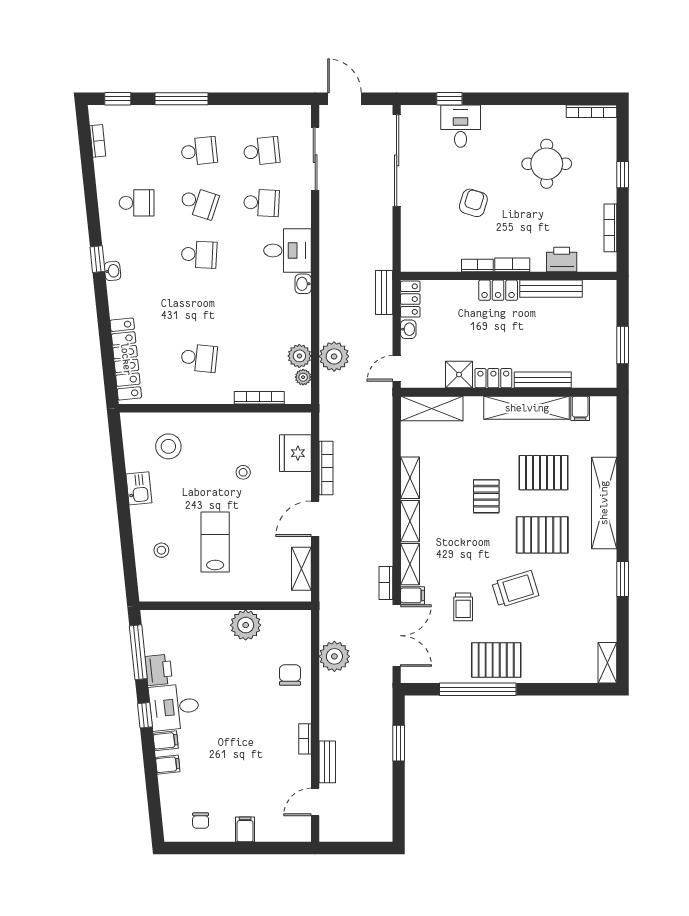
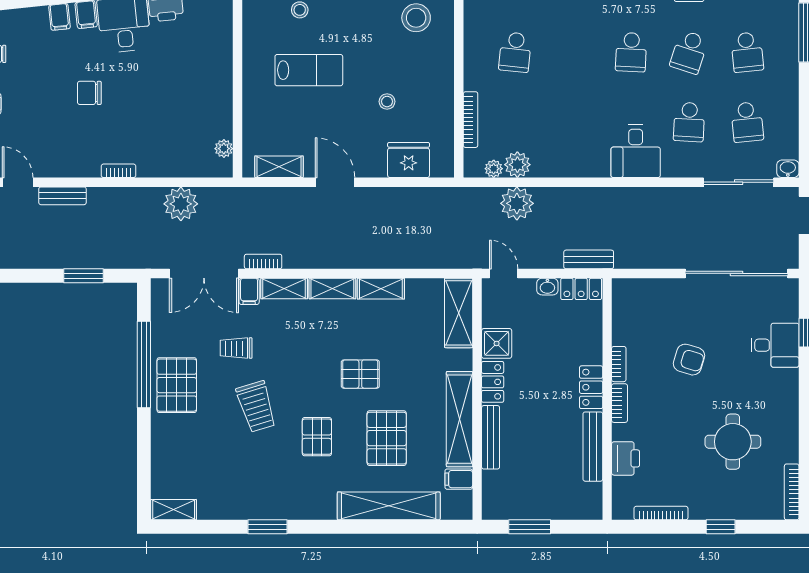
washbasin: (303, 284) -> (788, 169), moved
bookcase: (326, 468) -> (392, 194), removed
shelving: (604, 503) -> (389, 506), moved
pallet: (542, 535) -> (317, 437), width x0.67, depth x0.71
plant: (246, 625) -> (224, 149), moved, width x0.53, depth x0.53
chair: (290, 675) -> (89, 93), moved, turned 180
bookcase: (305, 739) -> (119, 171), moved

